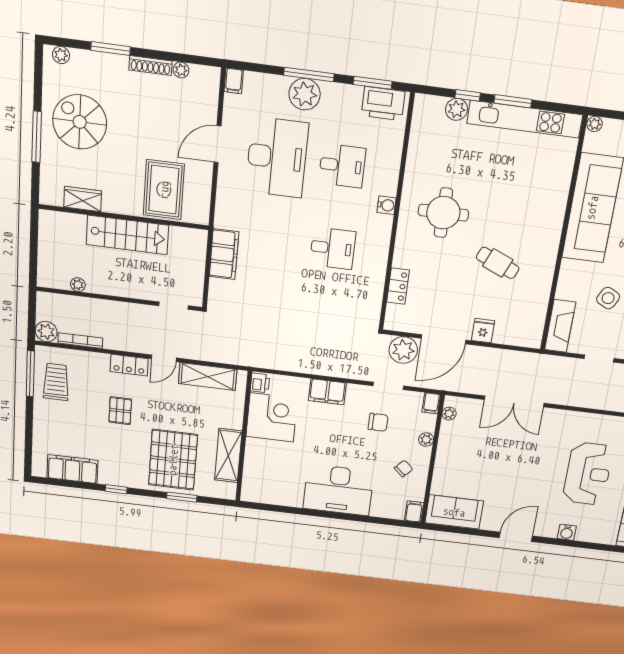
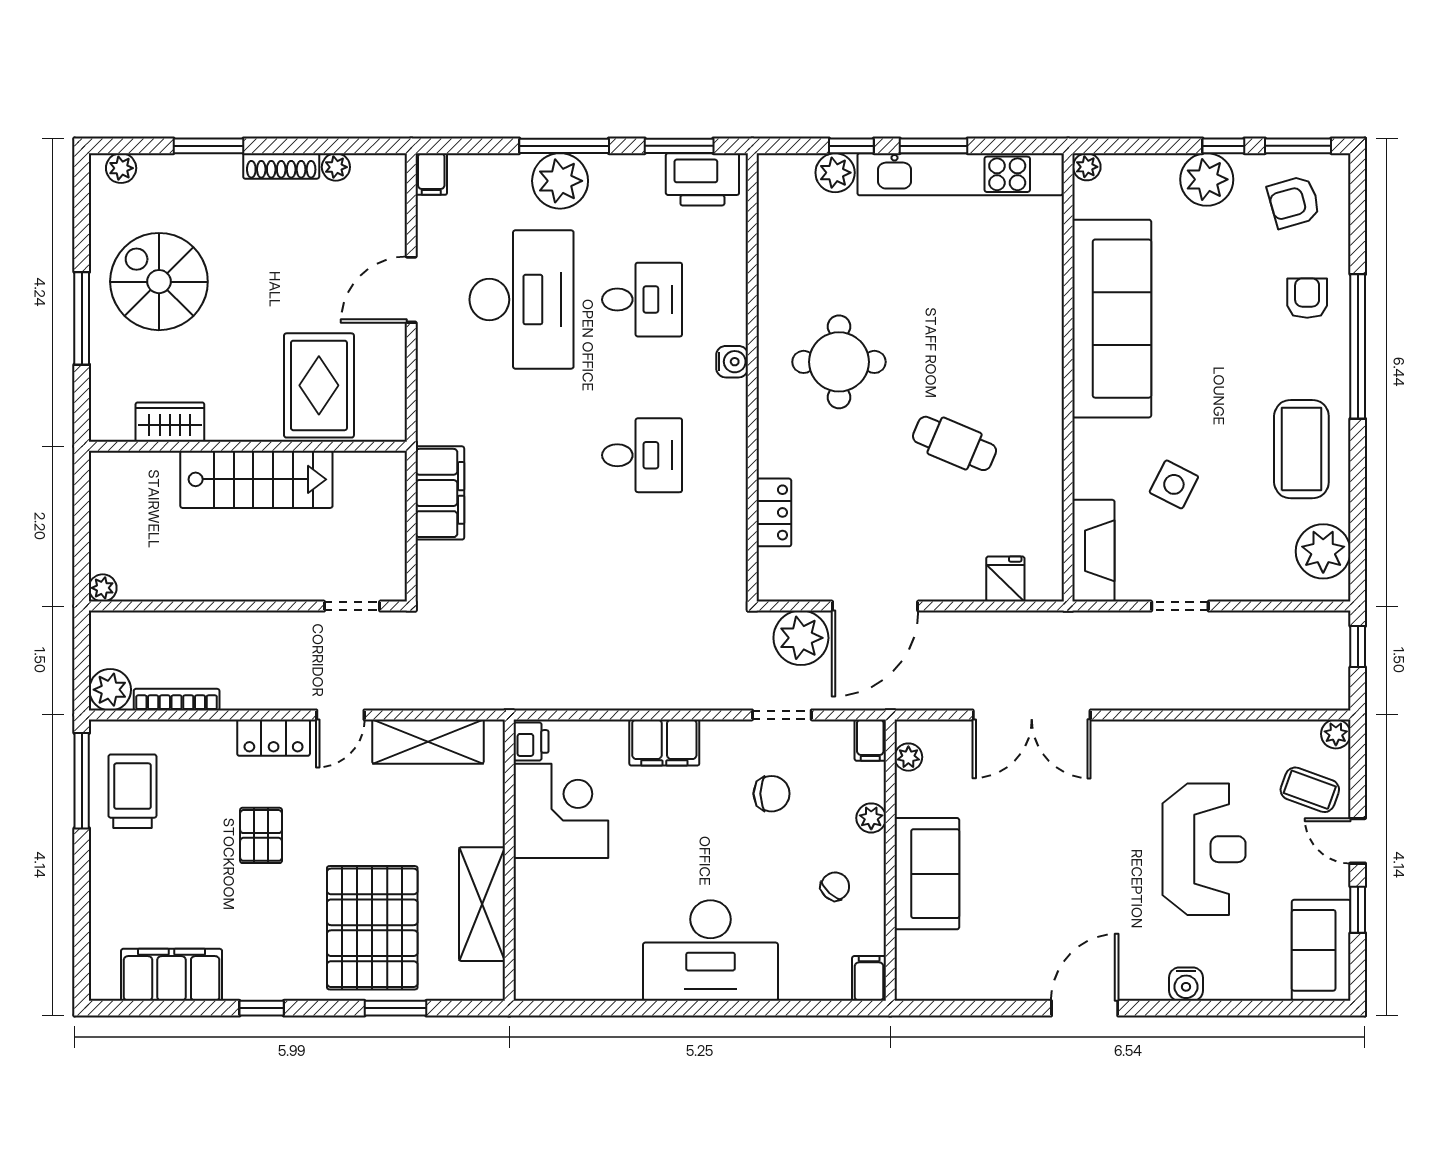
plant: (78, 285) -> (103, 588), moved
fridge: (483, 331) -> (1005, 579), moved
sofa: (454, 512) -> (927, 874), moved, turned 90

